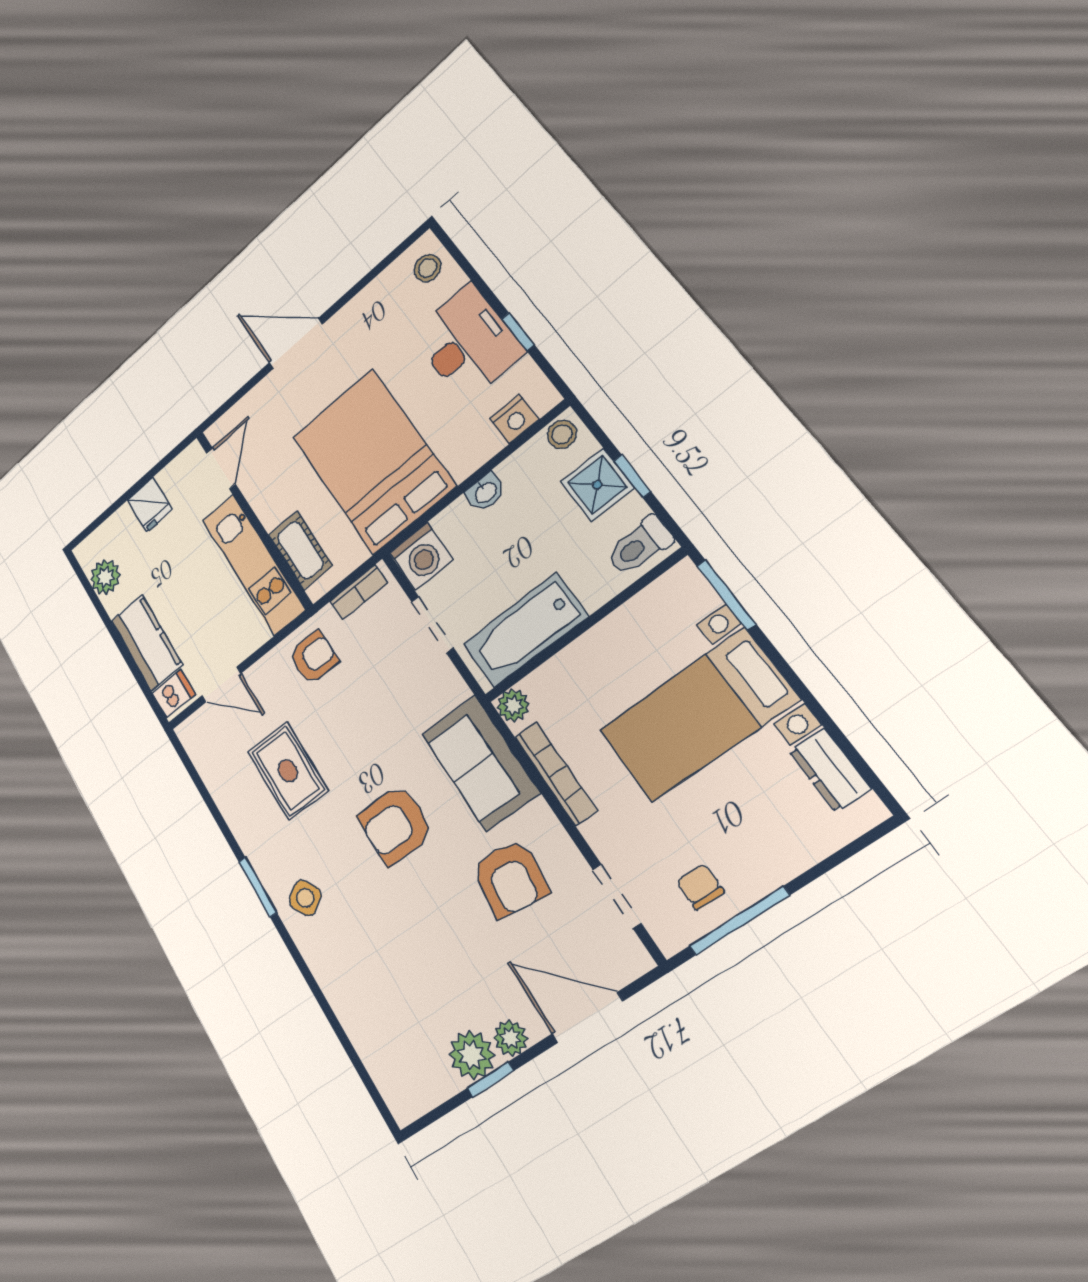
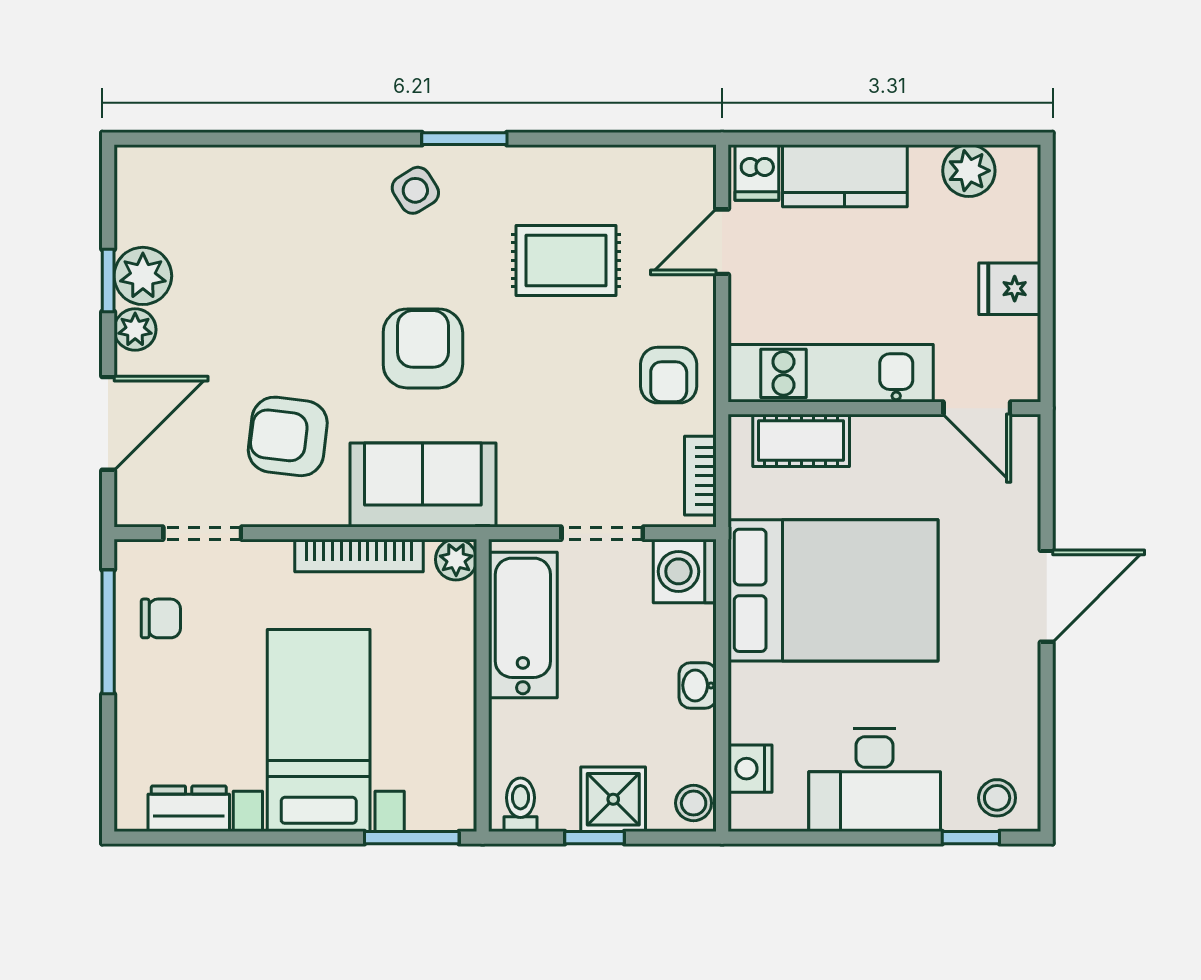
window: (518, 332) -> (971, 838), moved
toilet: (639, 546) -> (520, 805), width x0.73, depth x0.72

